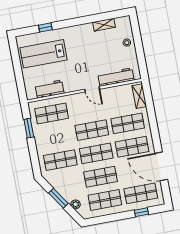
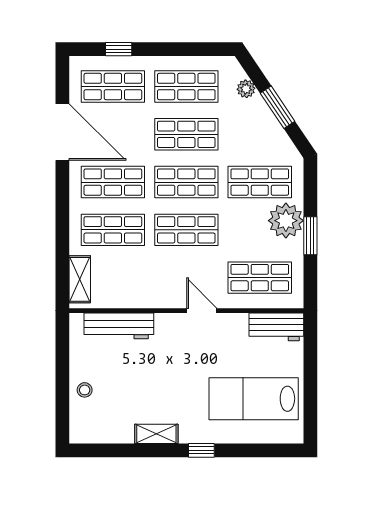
shelving: (104, 25) -> (156, 434), moved
window: (45, 27) -> (201, 450), moved
lab bench: (44, 54) -> (254, 399), turned 180
workbench: (49, 89) -> (276, 327), moved
door: (92, 89) -> (202, 311), moved
window: (29, 128) -> (310, 236), moved
plant: (44, 144) -> (286, 221), added

